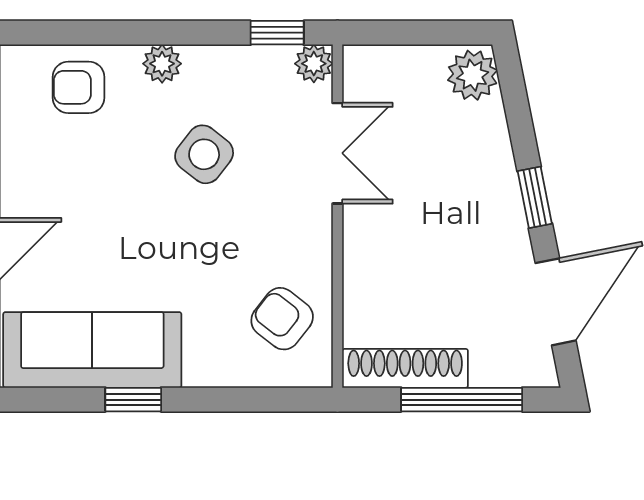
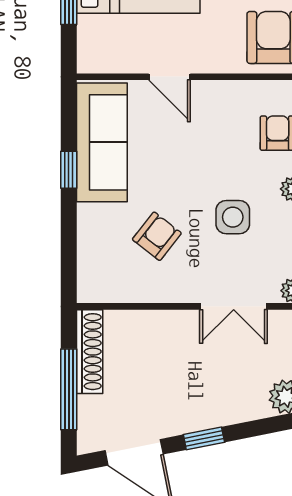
side table: (204, 154) -> (233, 217), turned -38
armchair: (282, 319) -> (157, 236), moved

